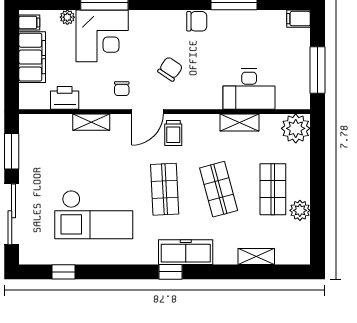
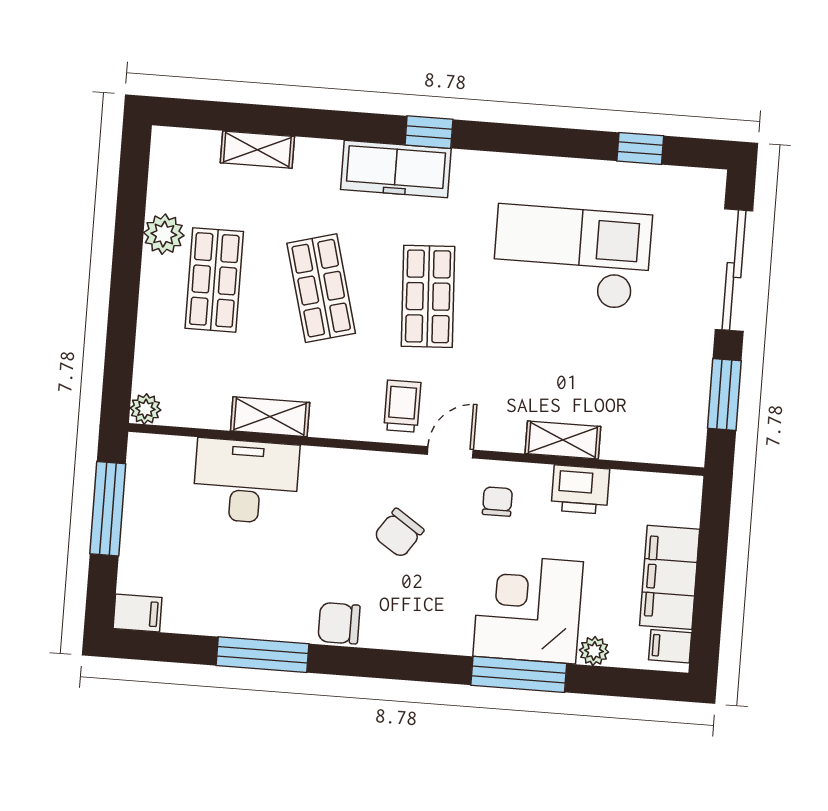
printer: (65, 98) -> (580, 490), moved
door: (147, 112) -> (450, 452), width x0.73
plant: (296, 128) -> (145, 409), width x0.53, depth x0.53

